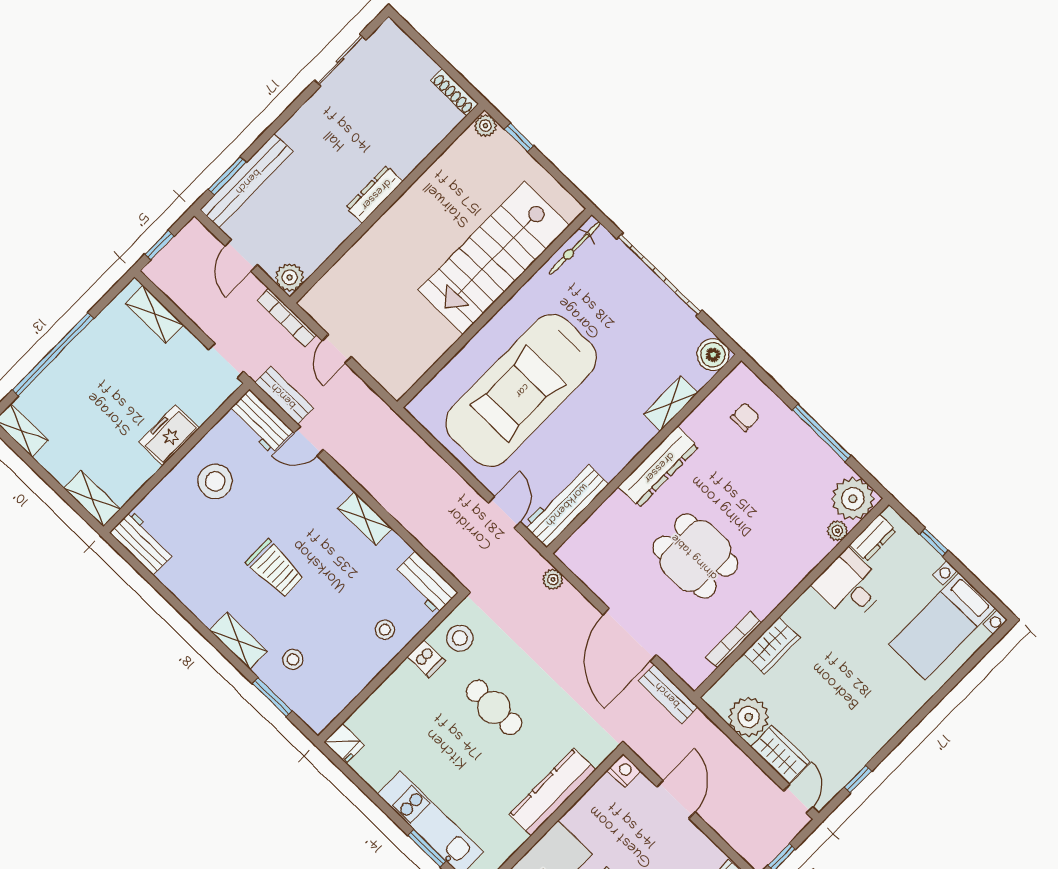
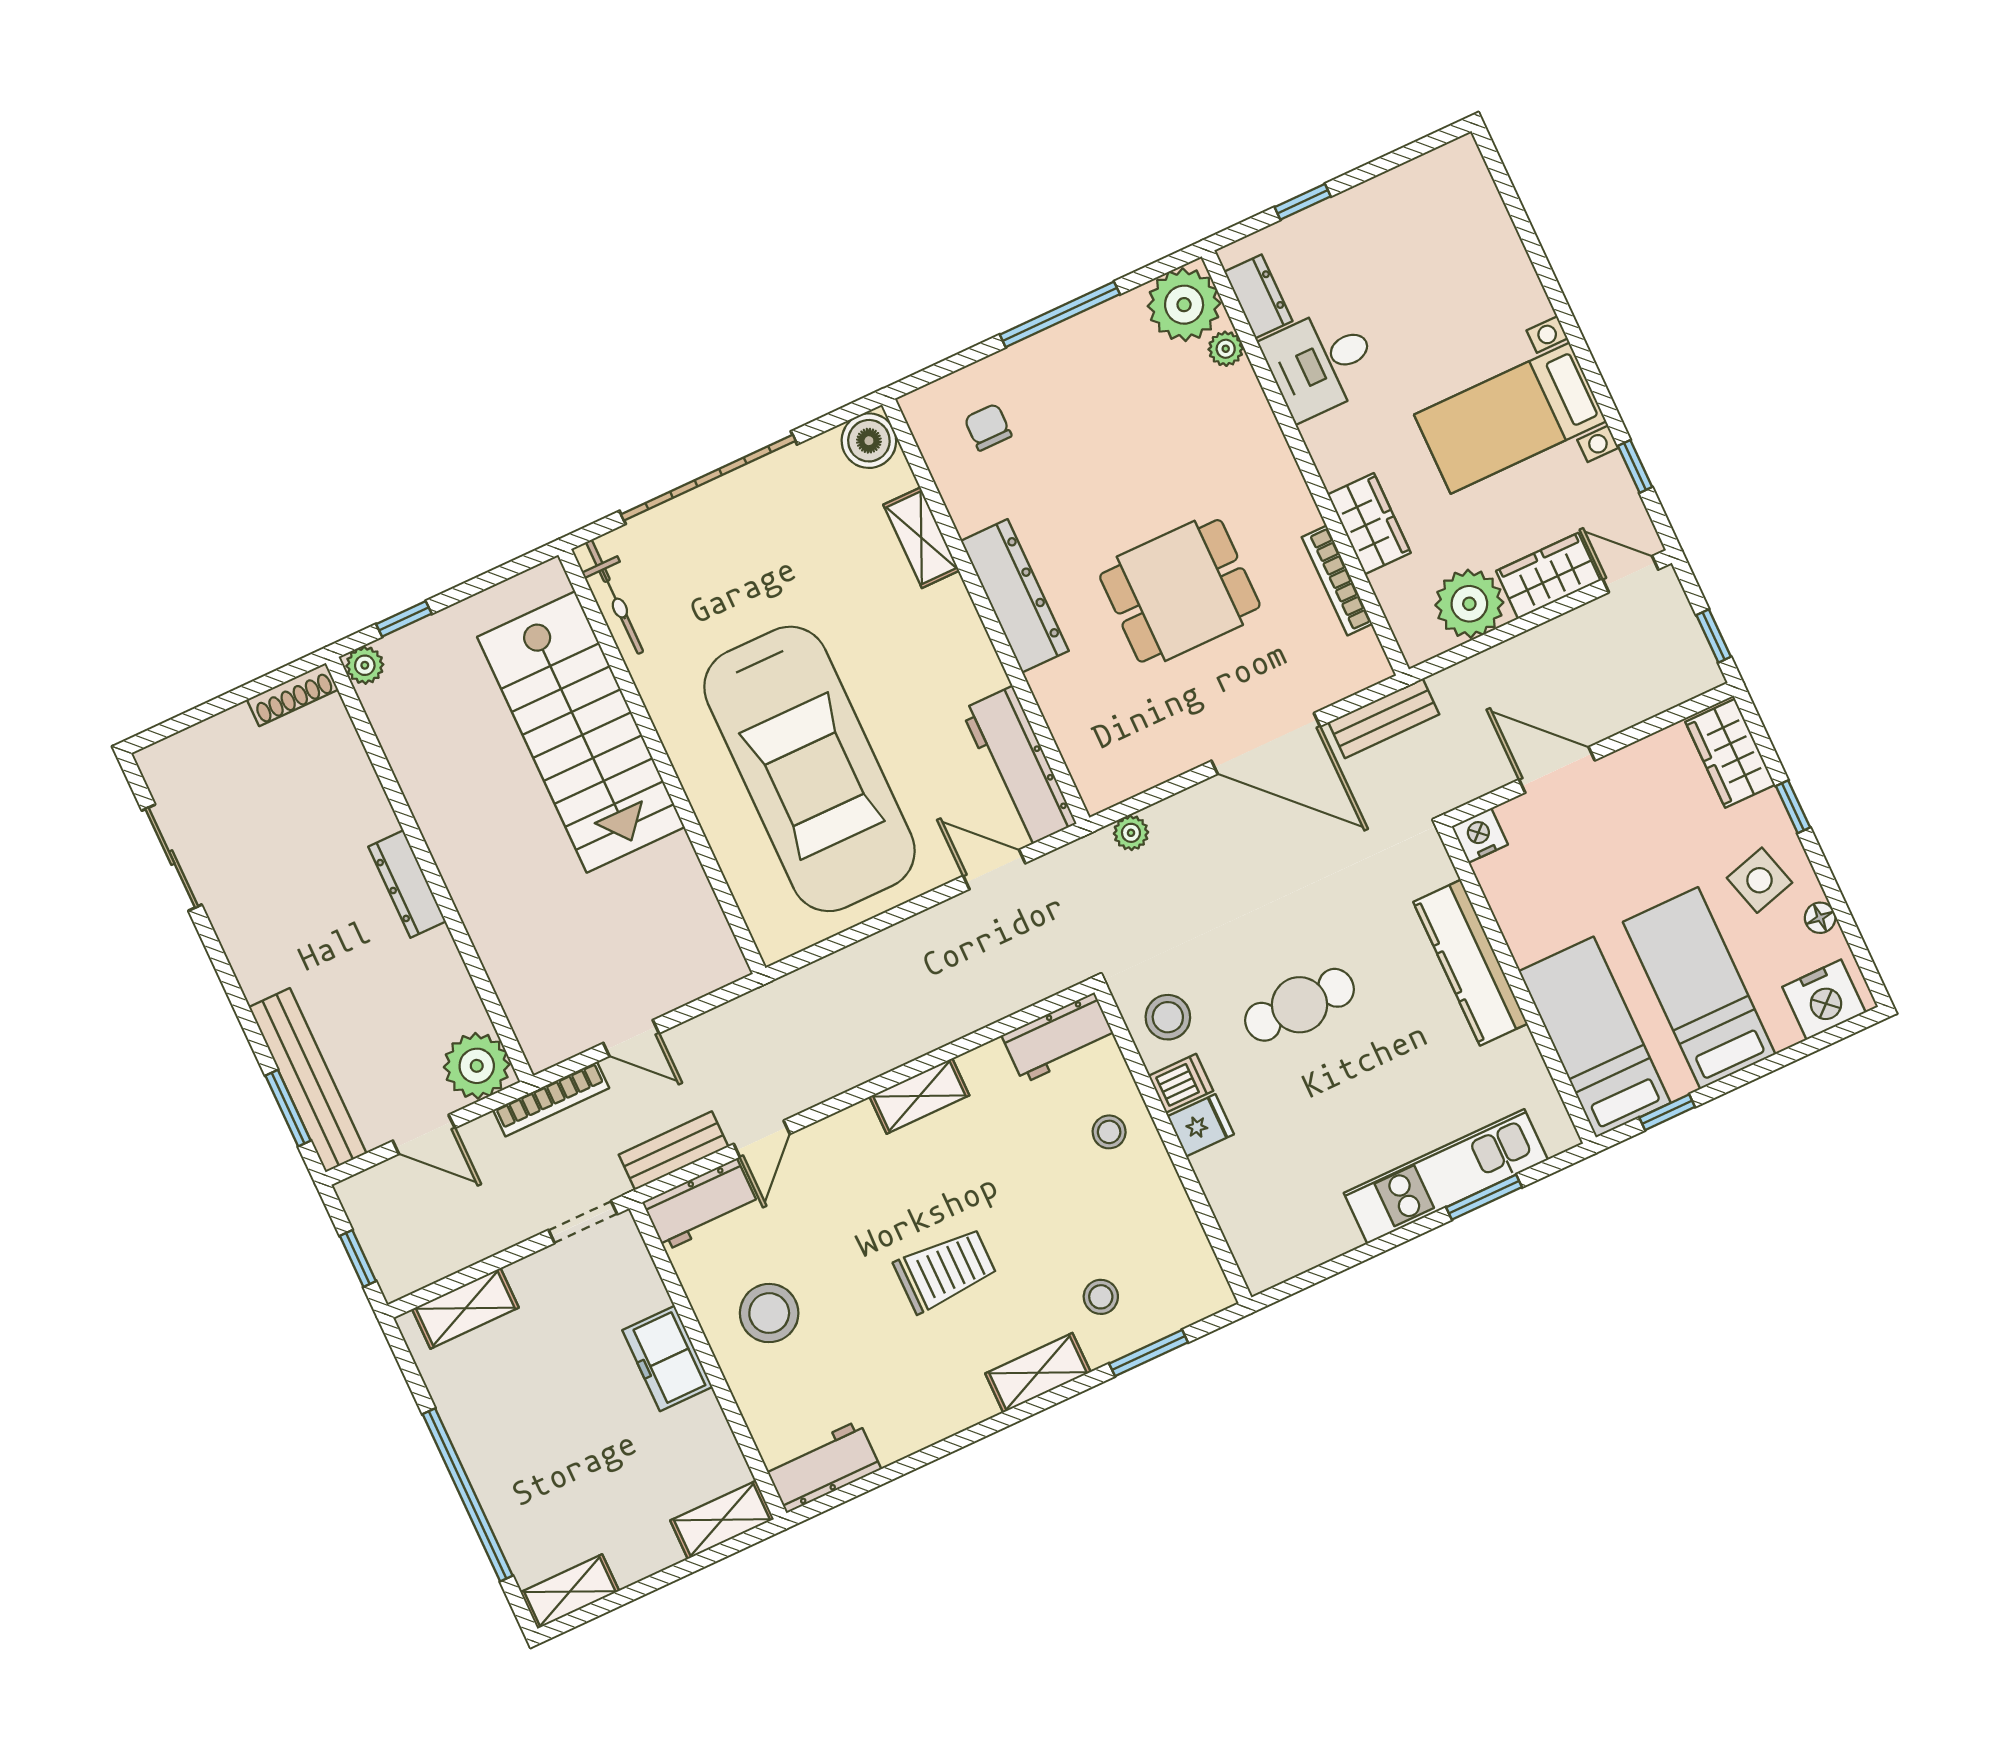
plant: (290, 277) -> (477, 1066), width x1.36, depth x1.36
bed with nightstands: (942, 626) -> (1510, 418), moved, turned 90
fridge: (344, 743) -> (1201, 1125), moved

